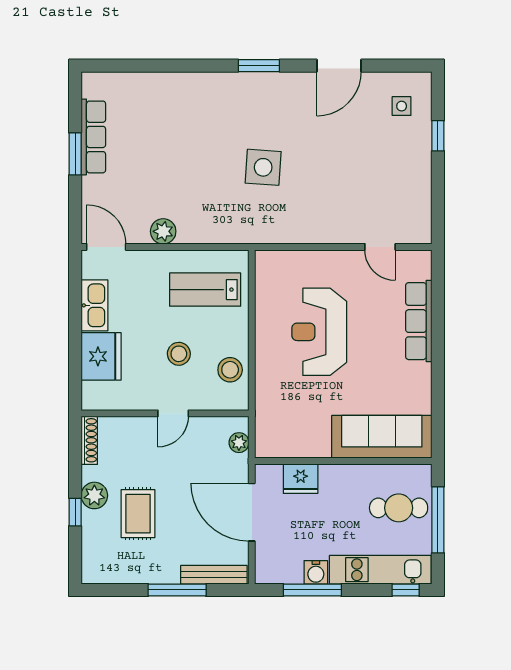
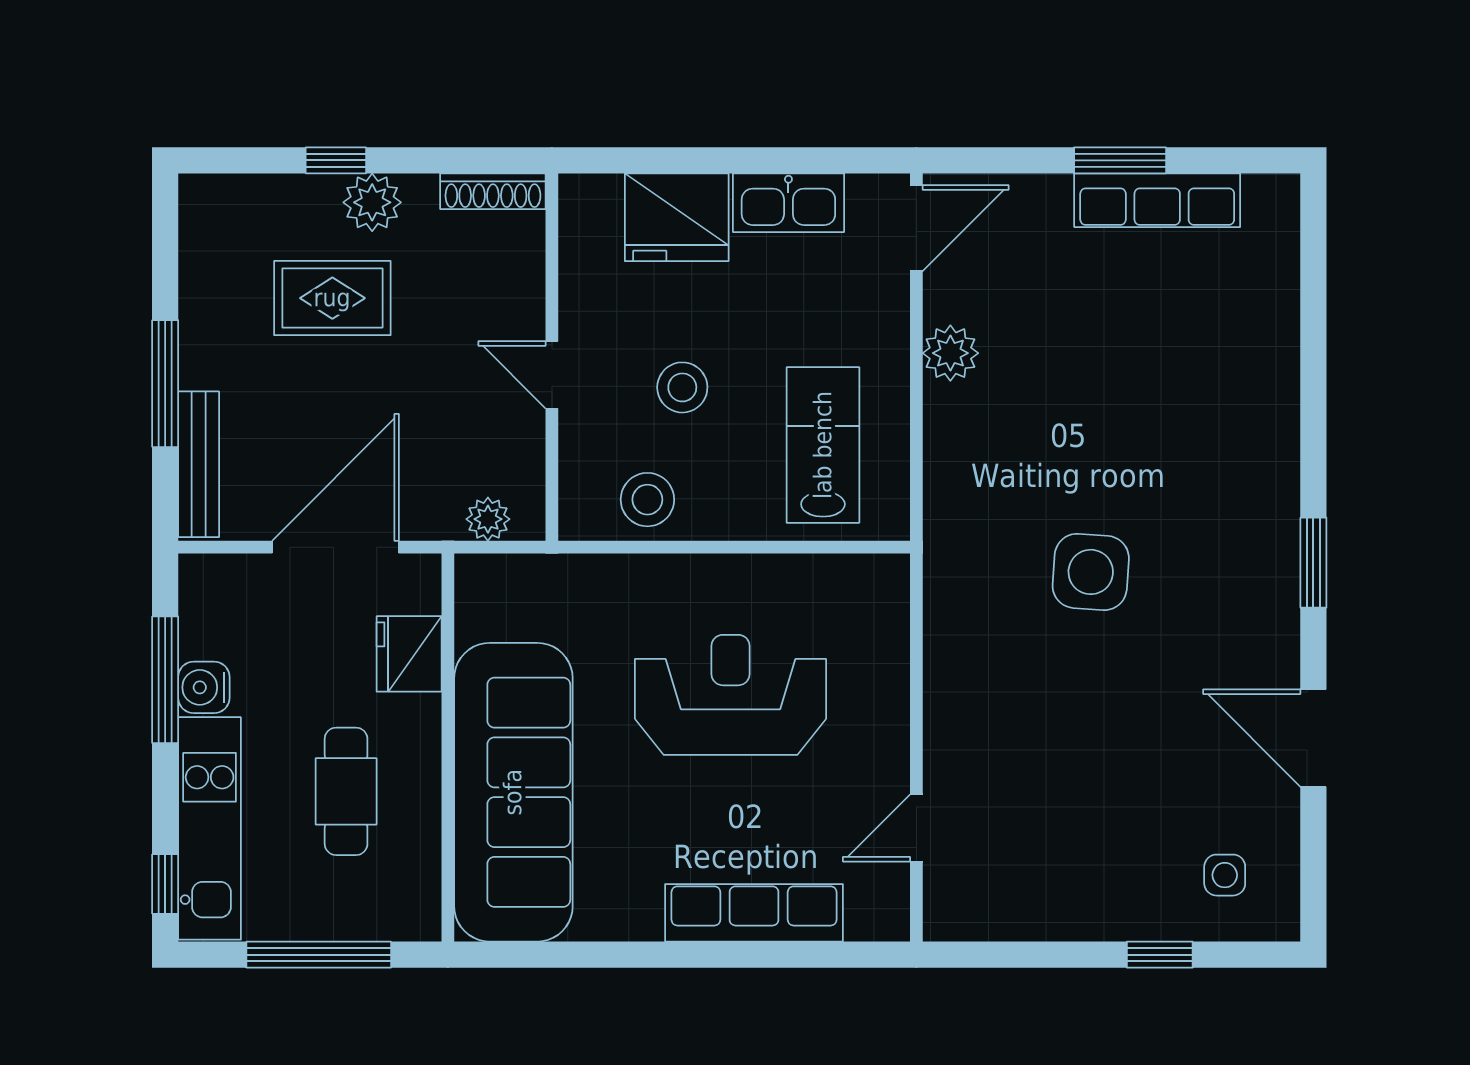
sofa: (382, 437) -> (513, 792), width x1.36, depth x1.27
cafe table: (399, 508) -> (346, 791), moved

